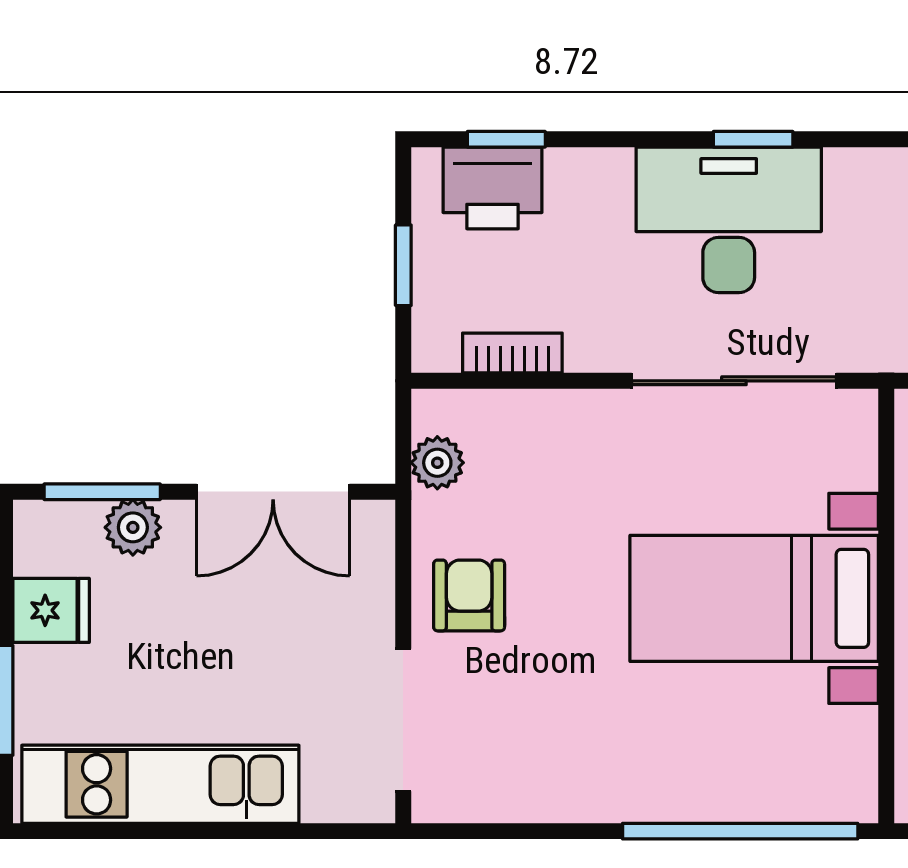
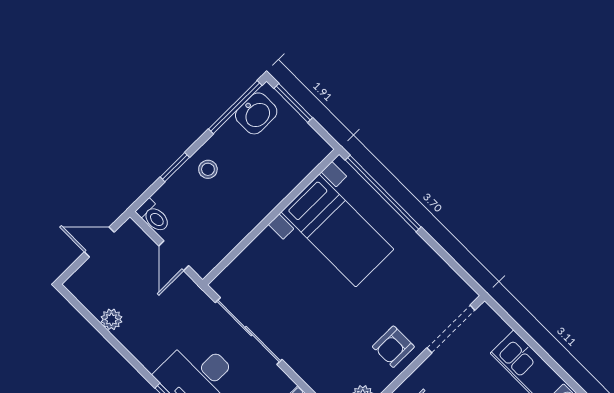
bed with nightstands: (754, 598) -> (337, 231), moved

